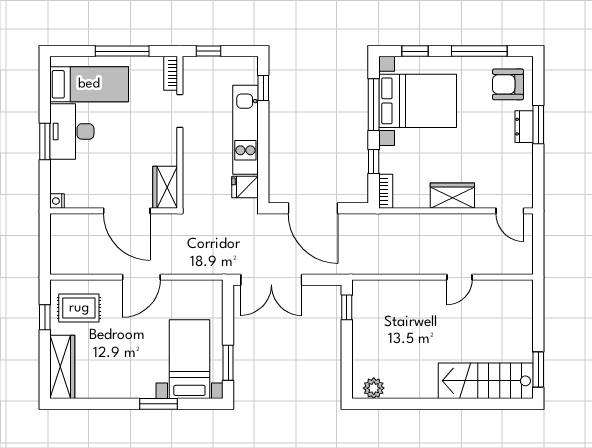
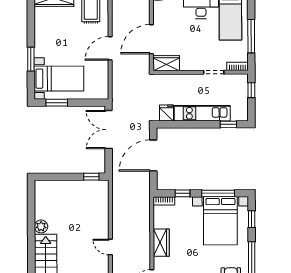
door: (141, 277) -> (110, 48), hinge flipped
plant: (374, 388) -> (41, 226), moved

